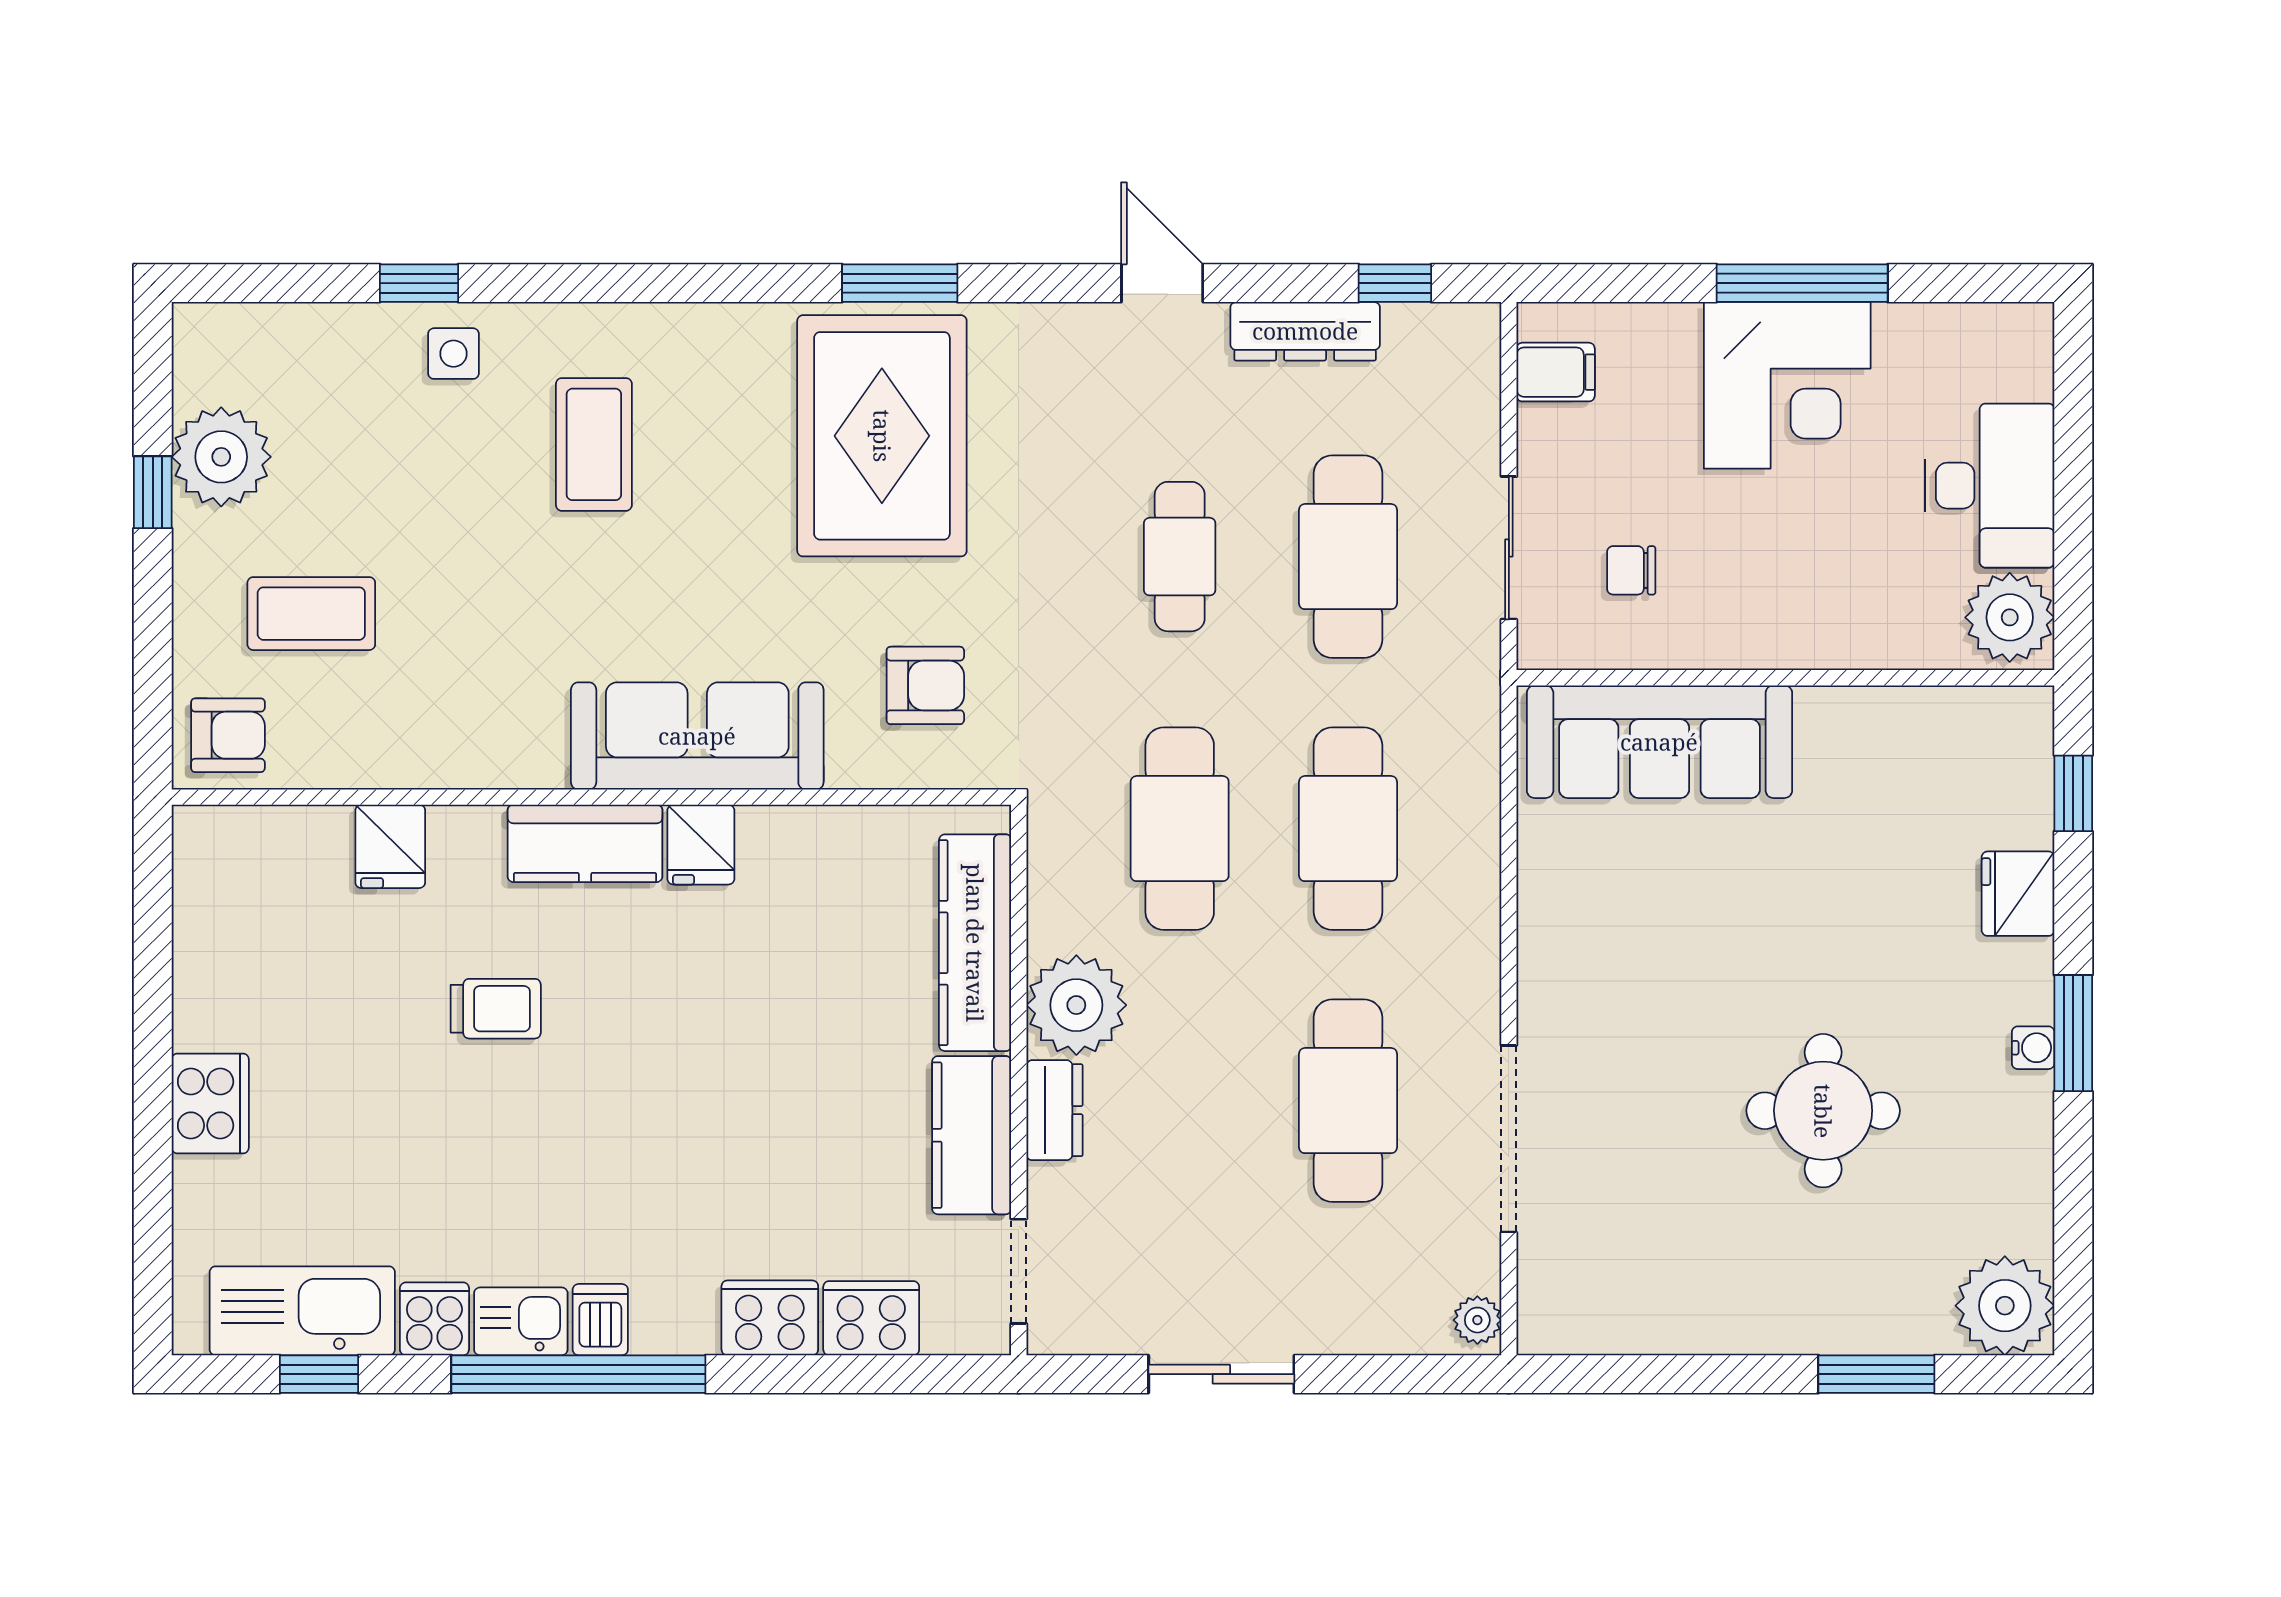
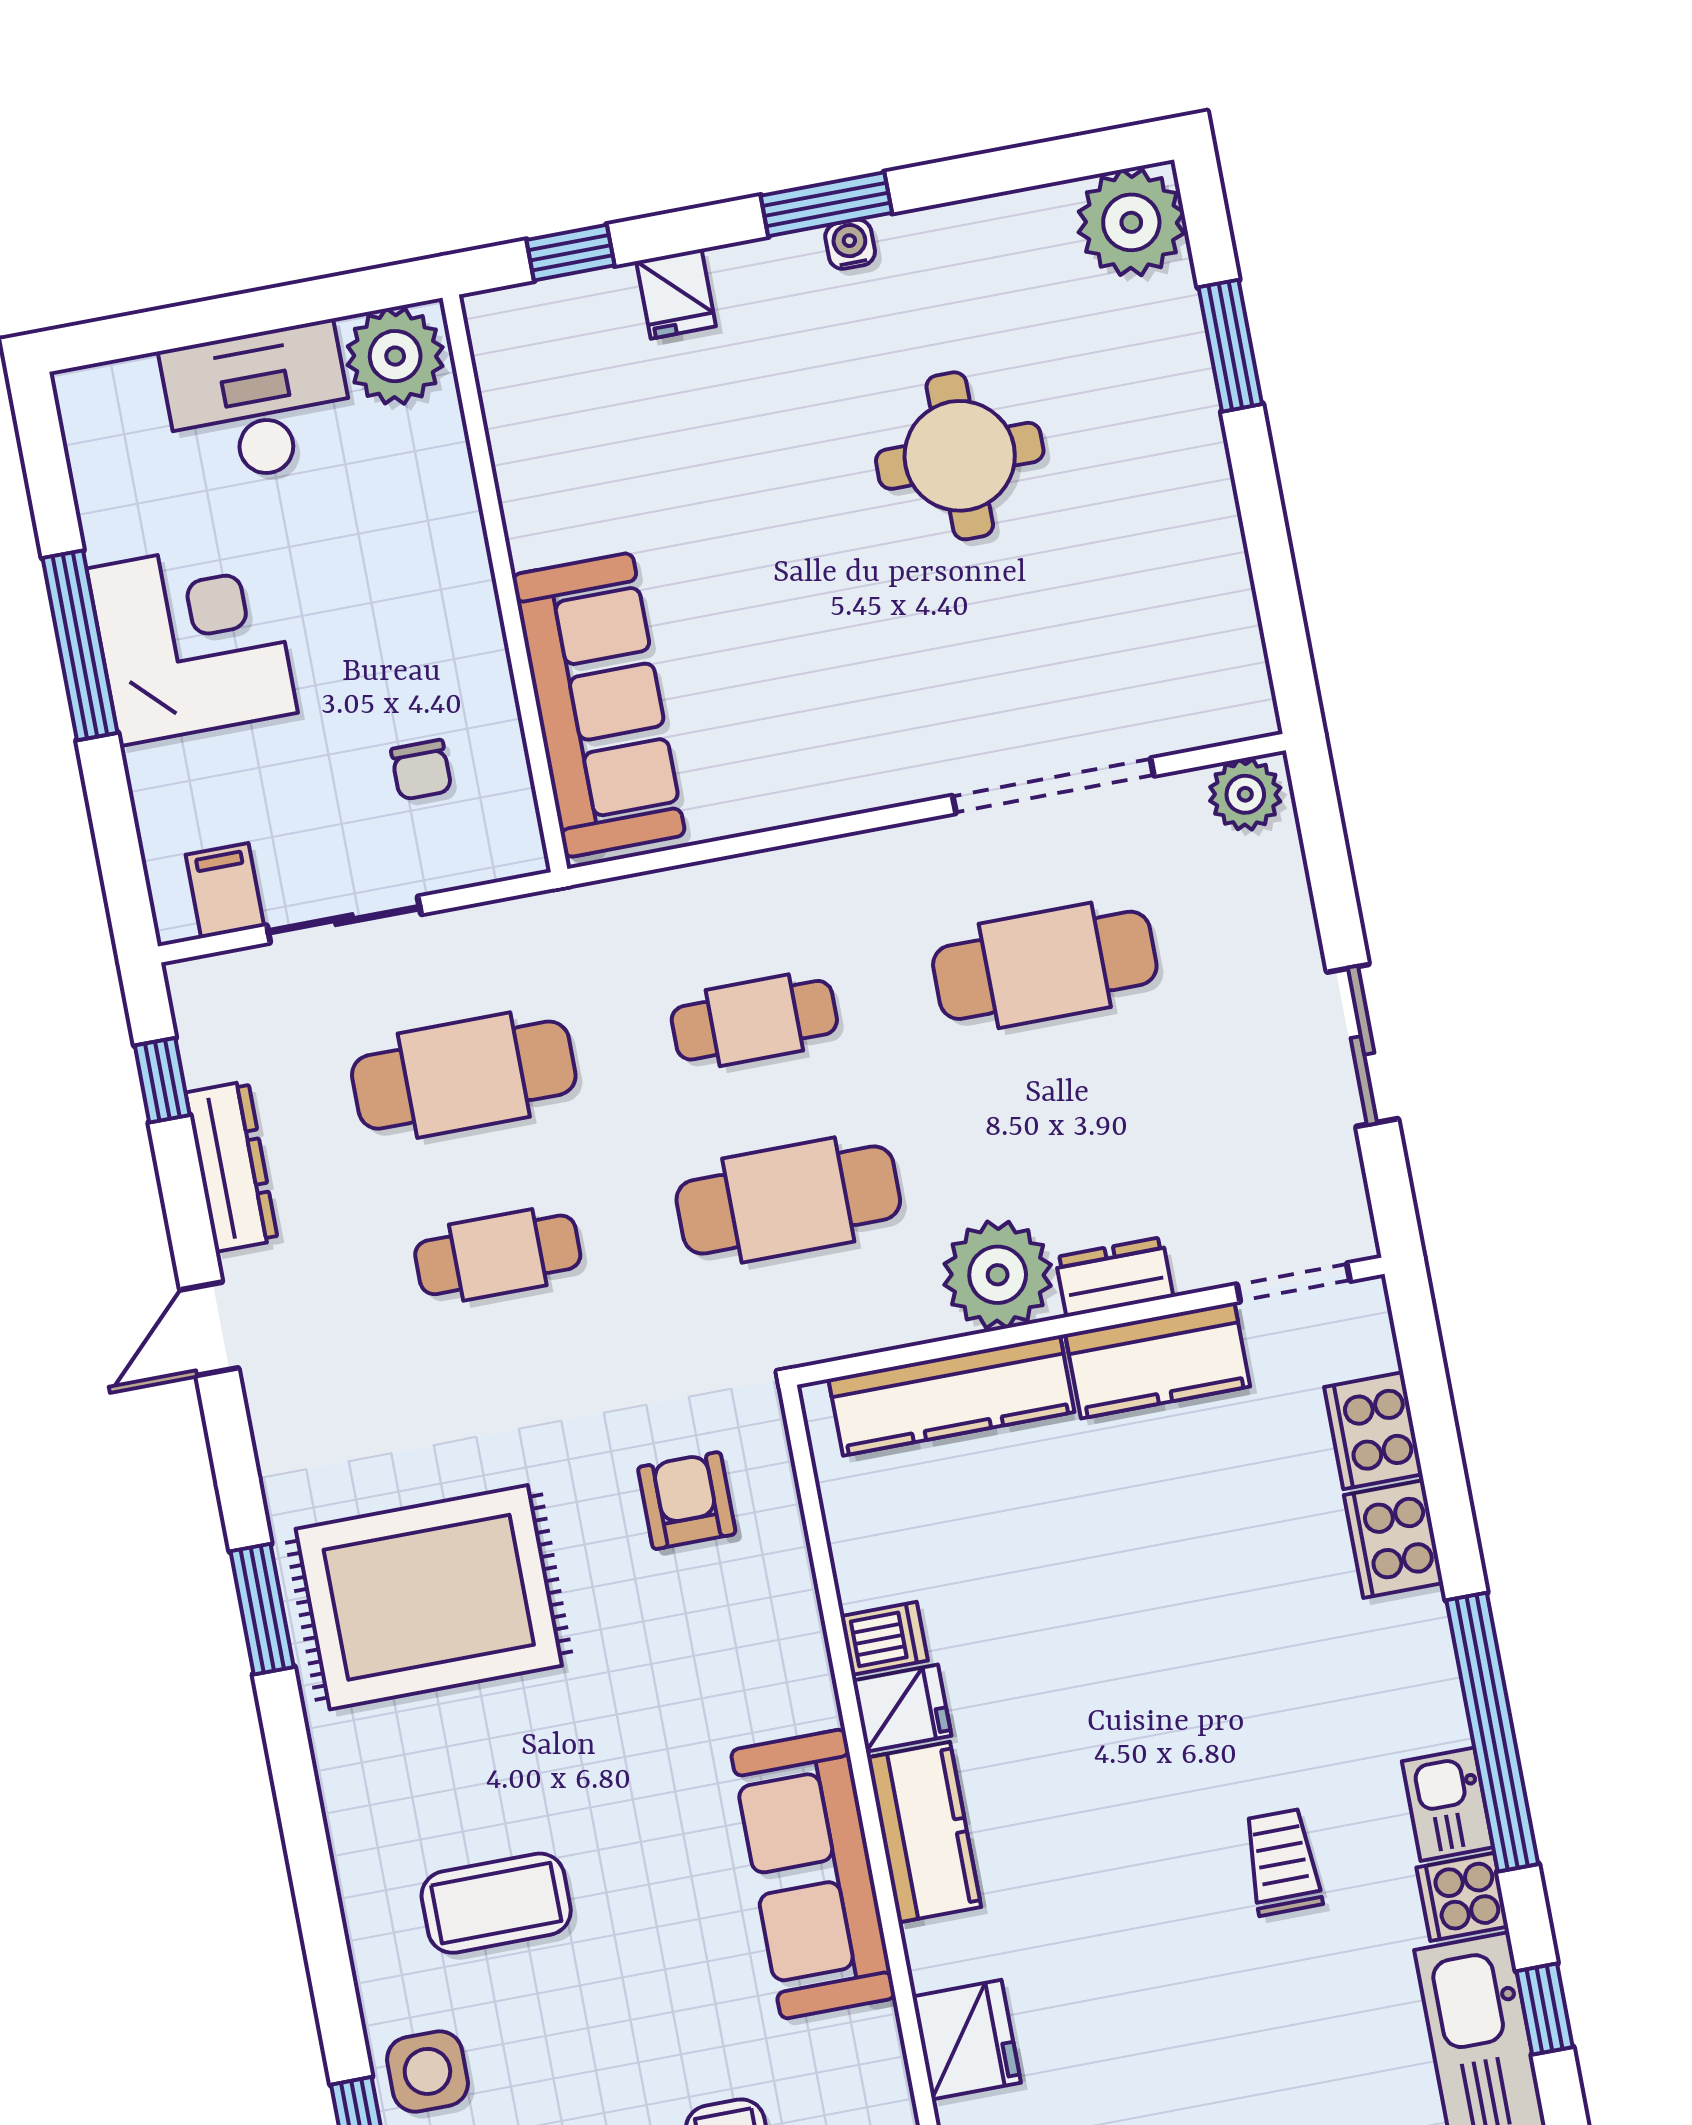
side table: (453, 354) -> (427, 2071), width x1.37, depth x1.37
sliding door: (1509, 548) -> (344, 920), moved
sofa: (697, 736) -> (813, 1874), moved
cafe table: (1348, 829) -> (754, 1020), width x0.73, depth x0.74
fridge: (390, 846) -> (967, 2040), width x1.38
fridge: (2018, 894) -> (676, 294), width x0.72
trolley: (496, 1009) -> (1282, 1862), moved
dishwasher: (600, 1320) -> (884, 1638), moved, turned 180
plant: (1477, 1320) -> (1245, 794), width x1.38, depth x1.38

